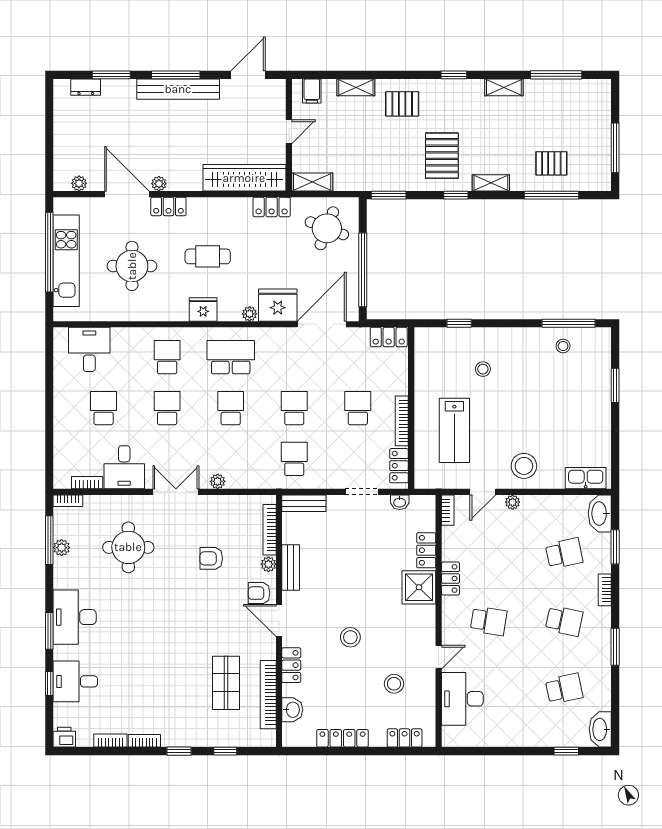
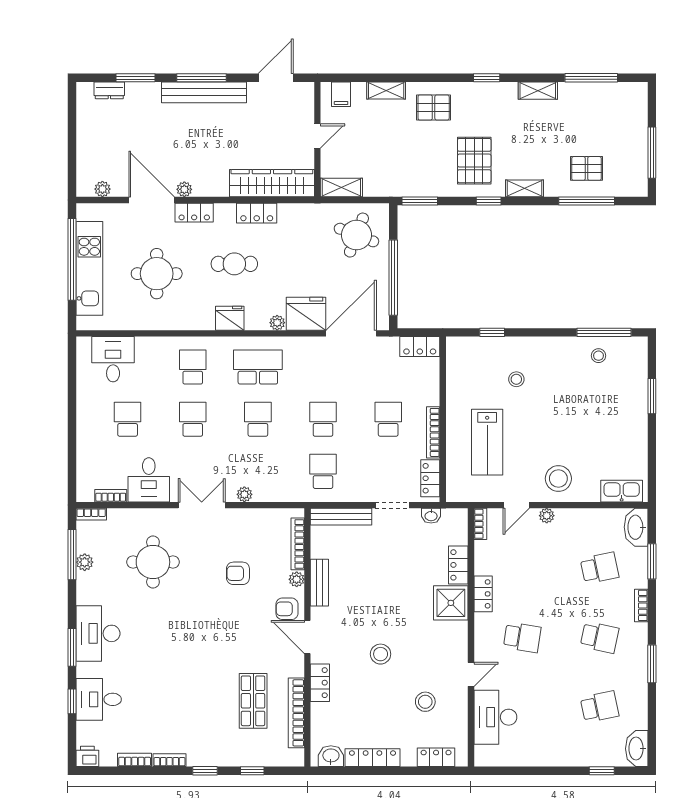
locker: (272, 207) -> (257, 213), moved
bench: (304, 503) -> (341, 517), width x1.36
washbasin: (292, 710) -> (331, 756), moved, turned -90

